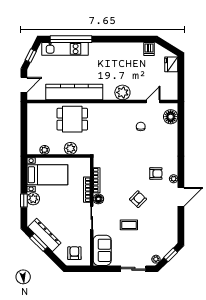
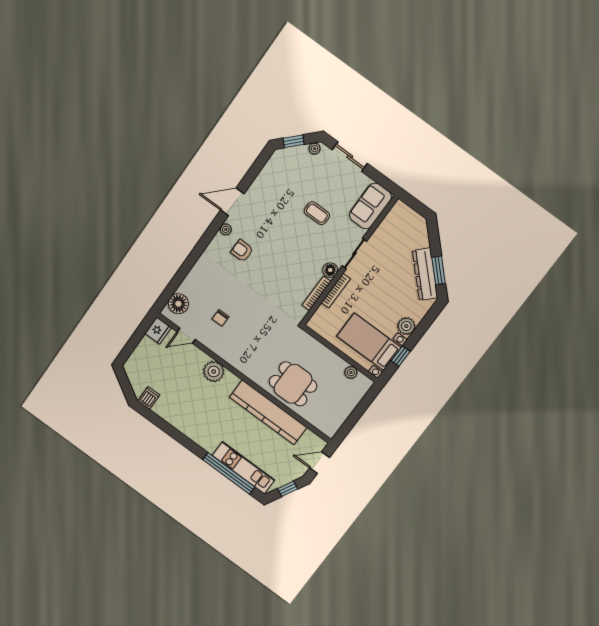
fridge: (171, 64) -> (158, 331), moved
plant: (71, 148) -> (320, 352), removed
armchair: (138, 199) -> (284, 236), removed
window: (24, 200) -> (401, 356), moved
armchair: (74, 253) -> (406, 227), removed

